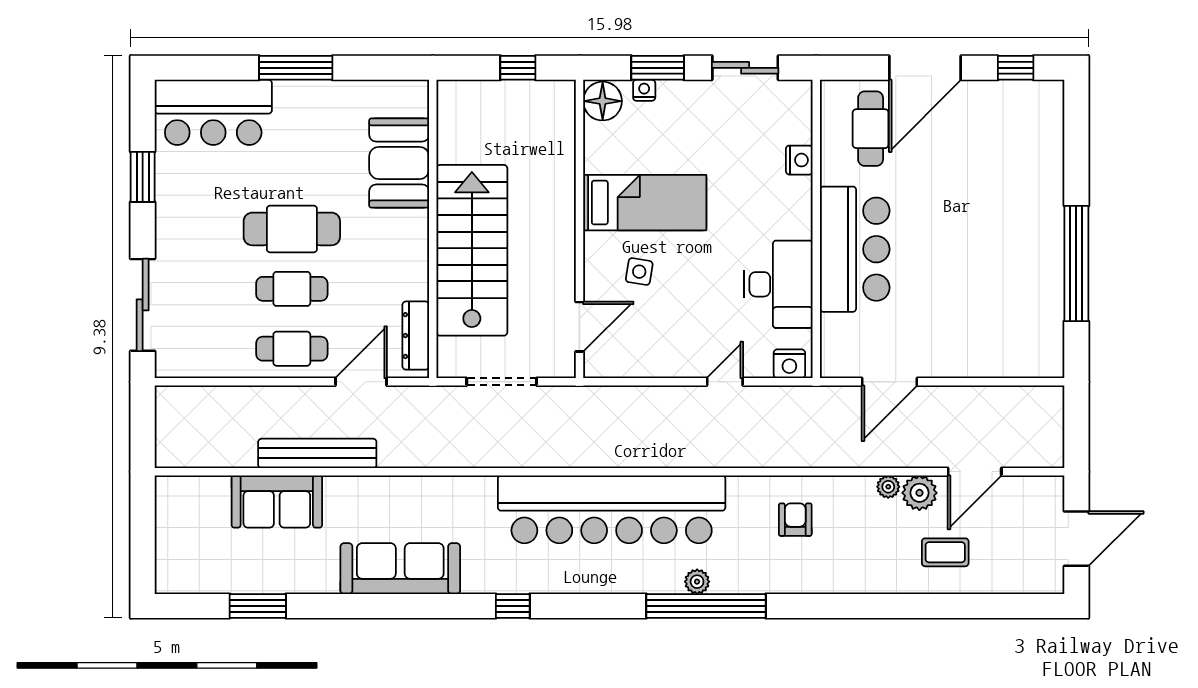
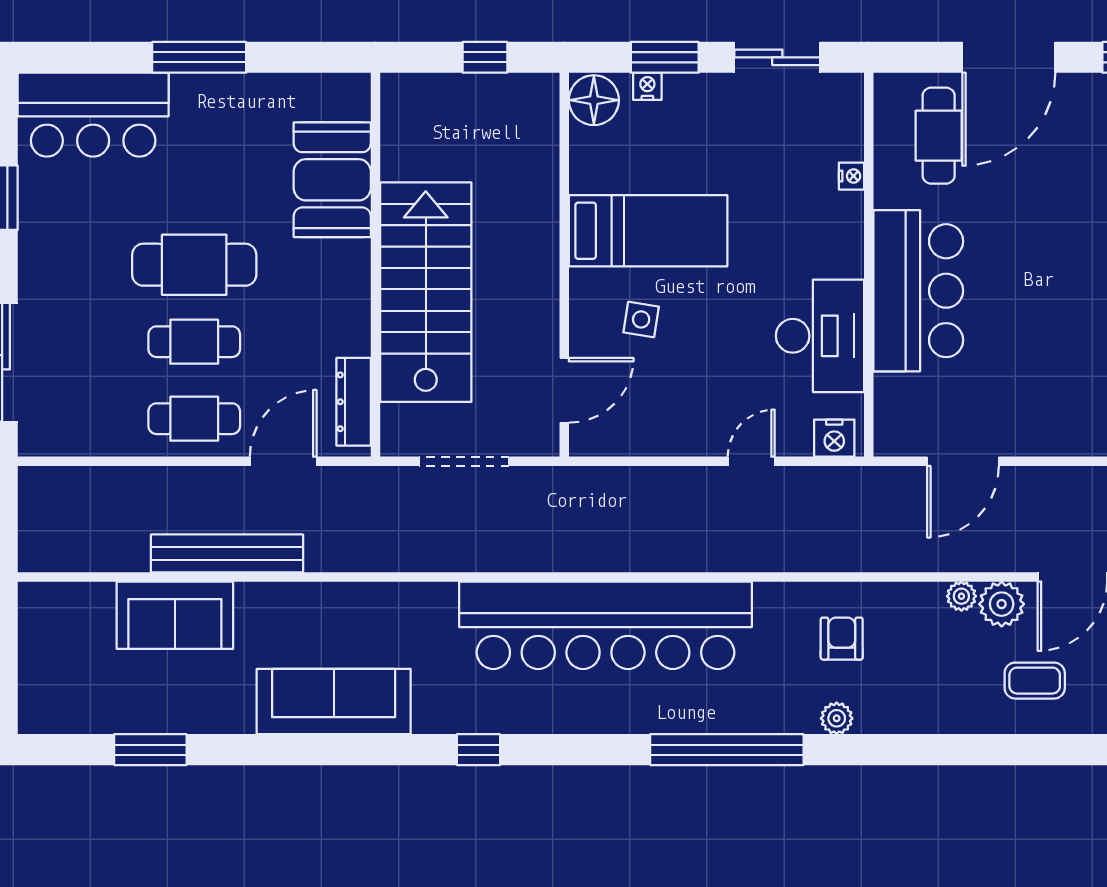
nightstand: (799, 160) -> (852, 176), width x0.72, depth x0.74
plant: (697, 582) -> (837, 718), moved

